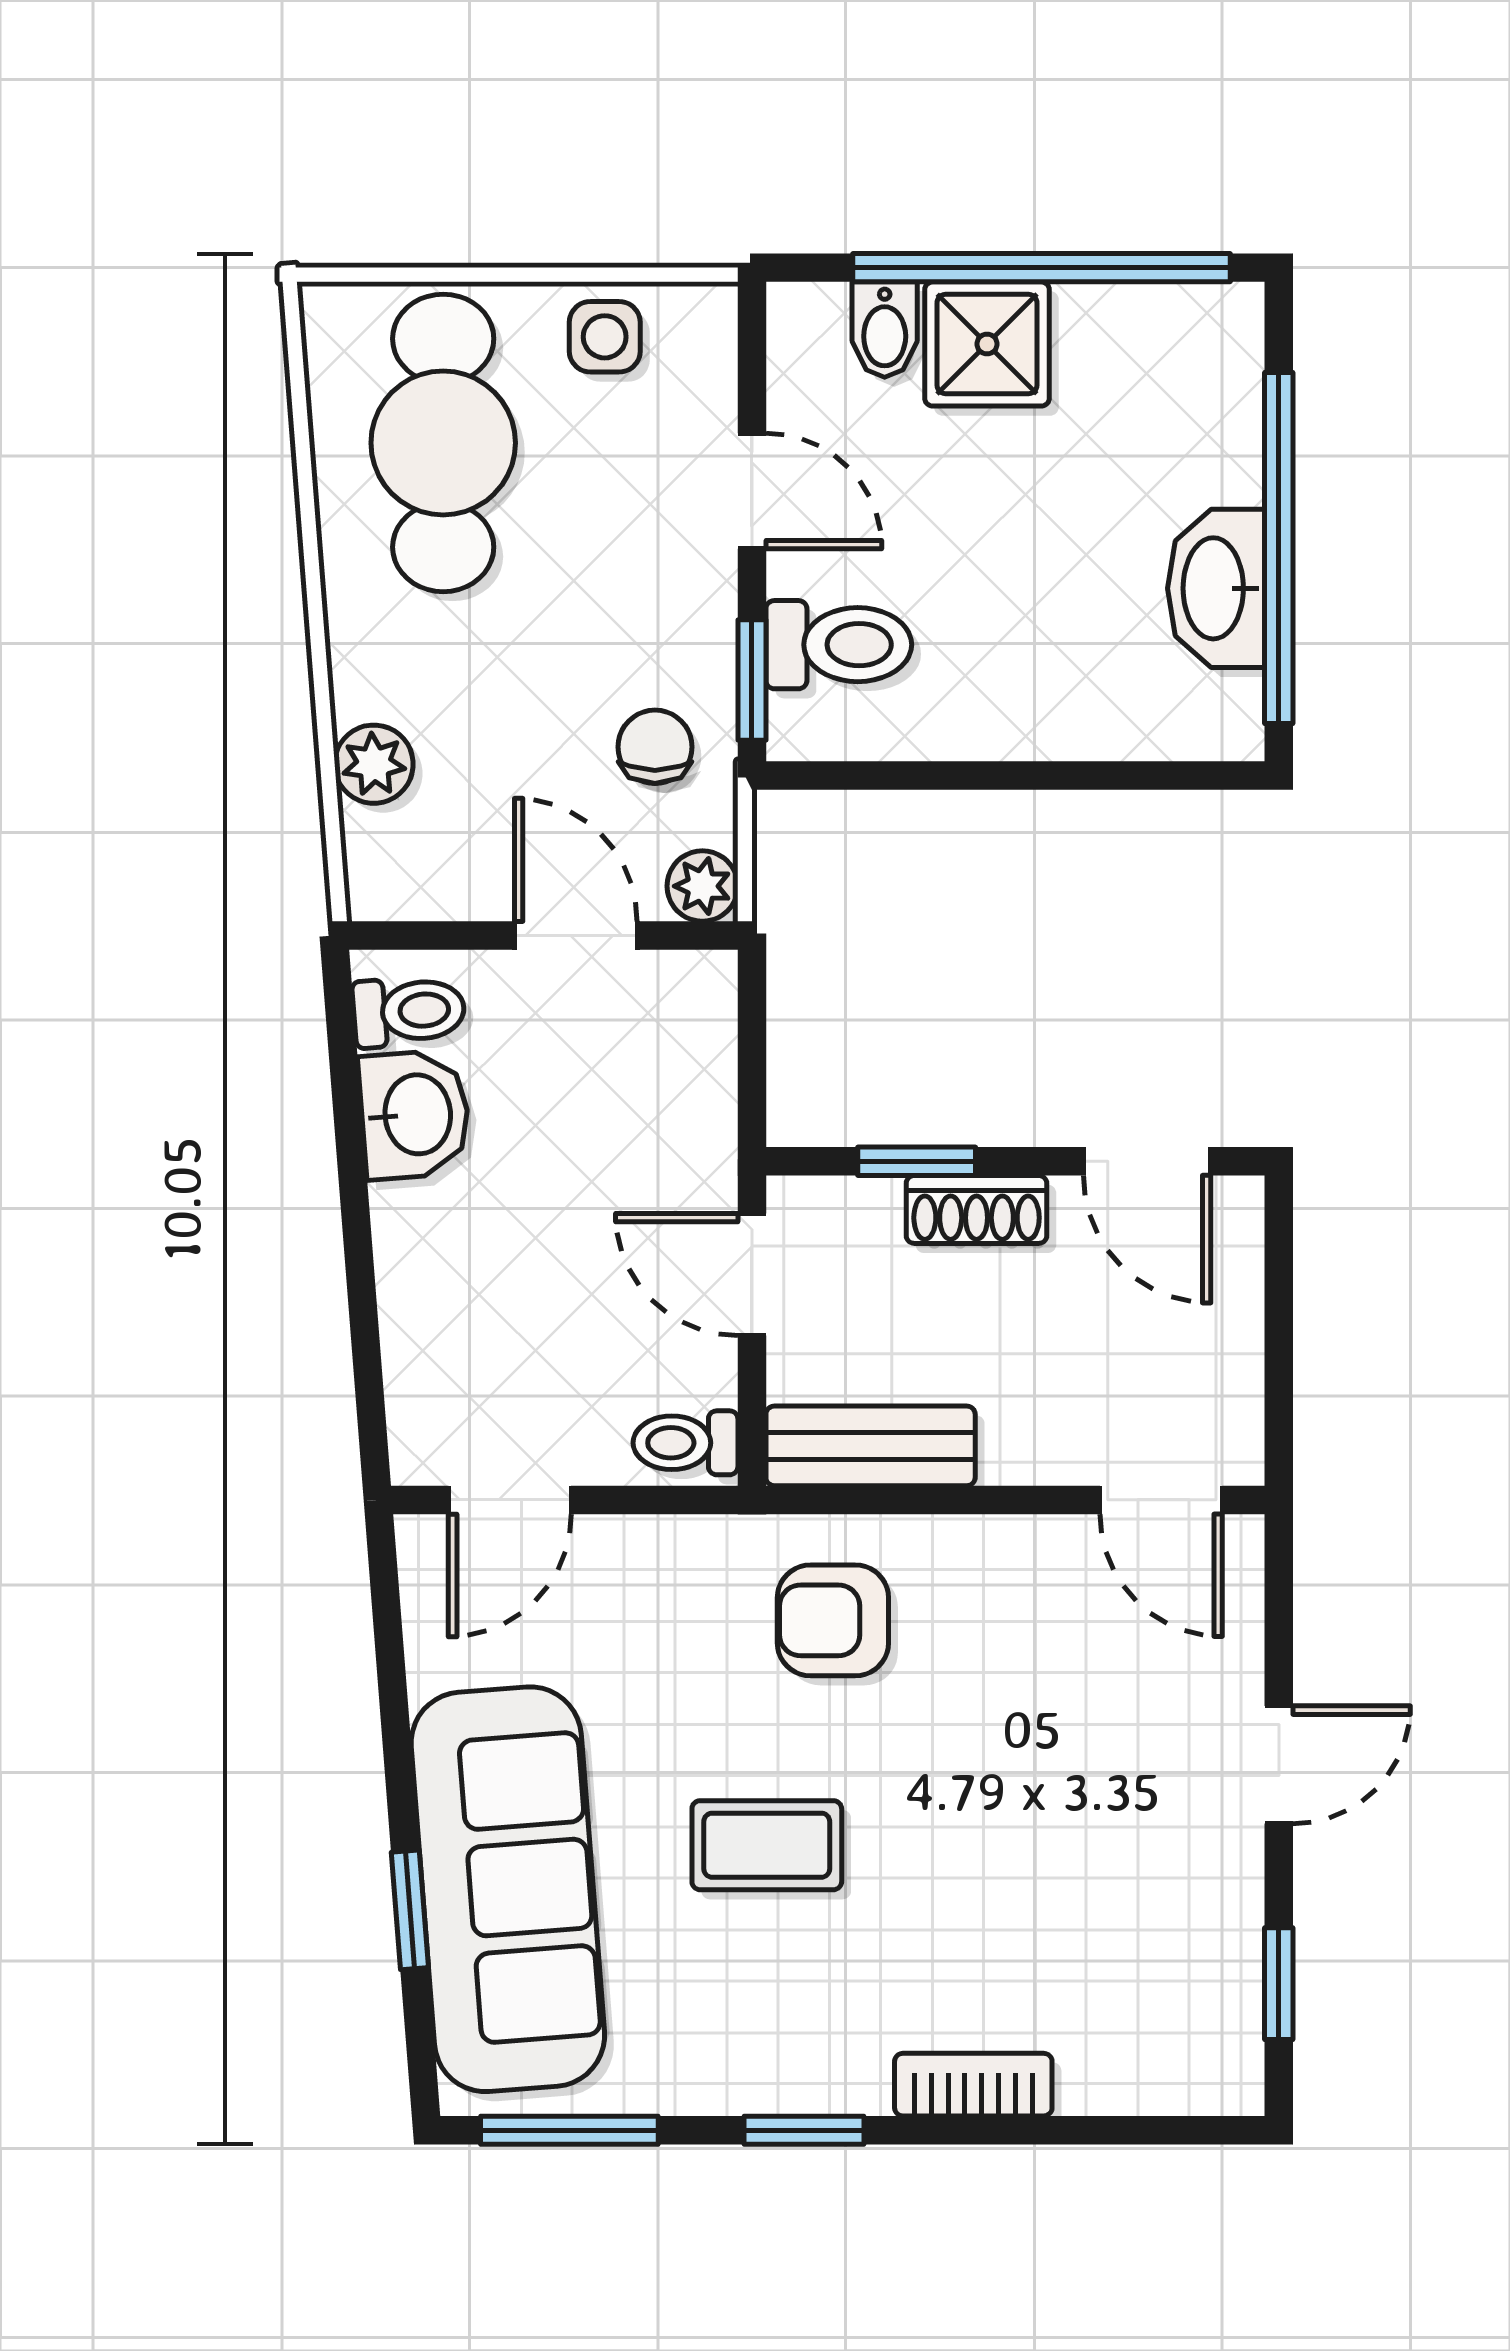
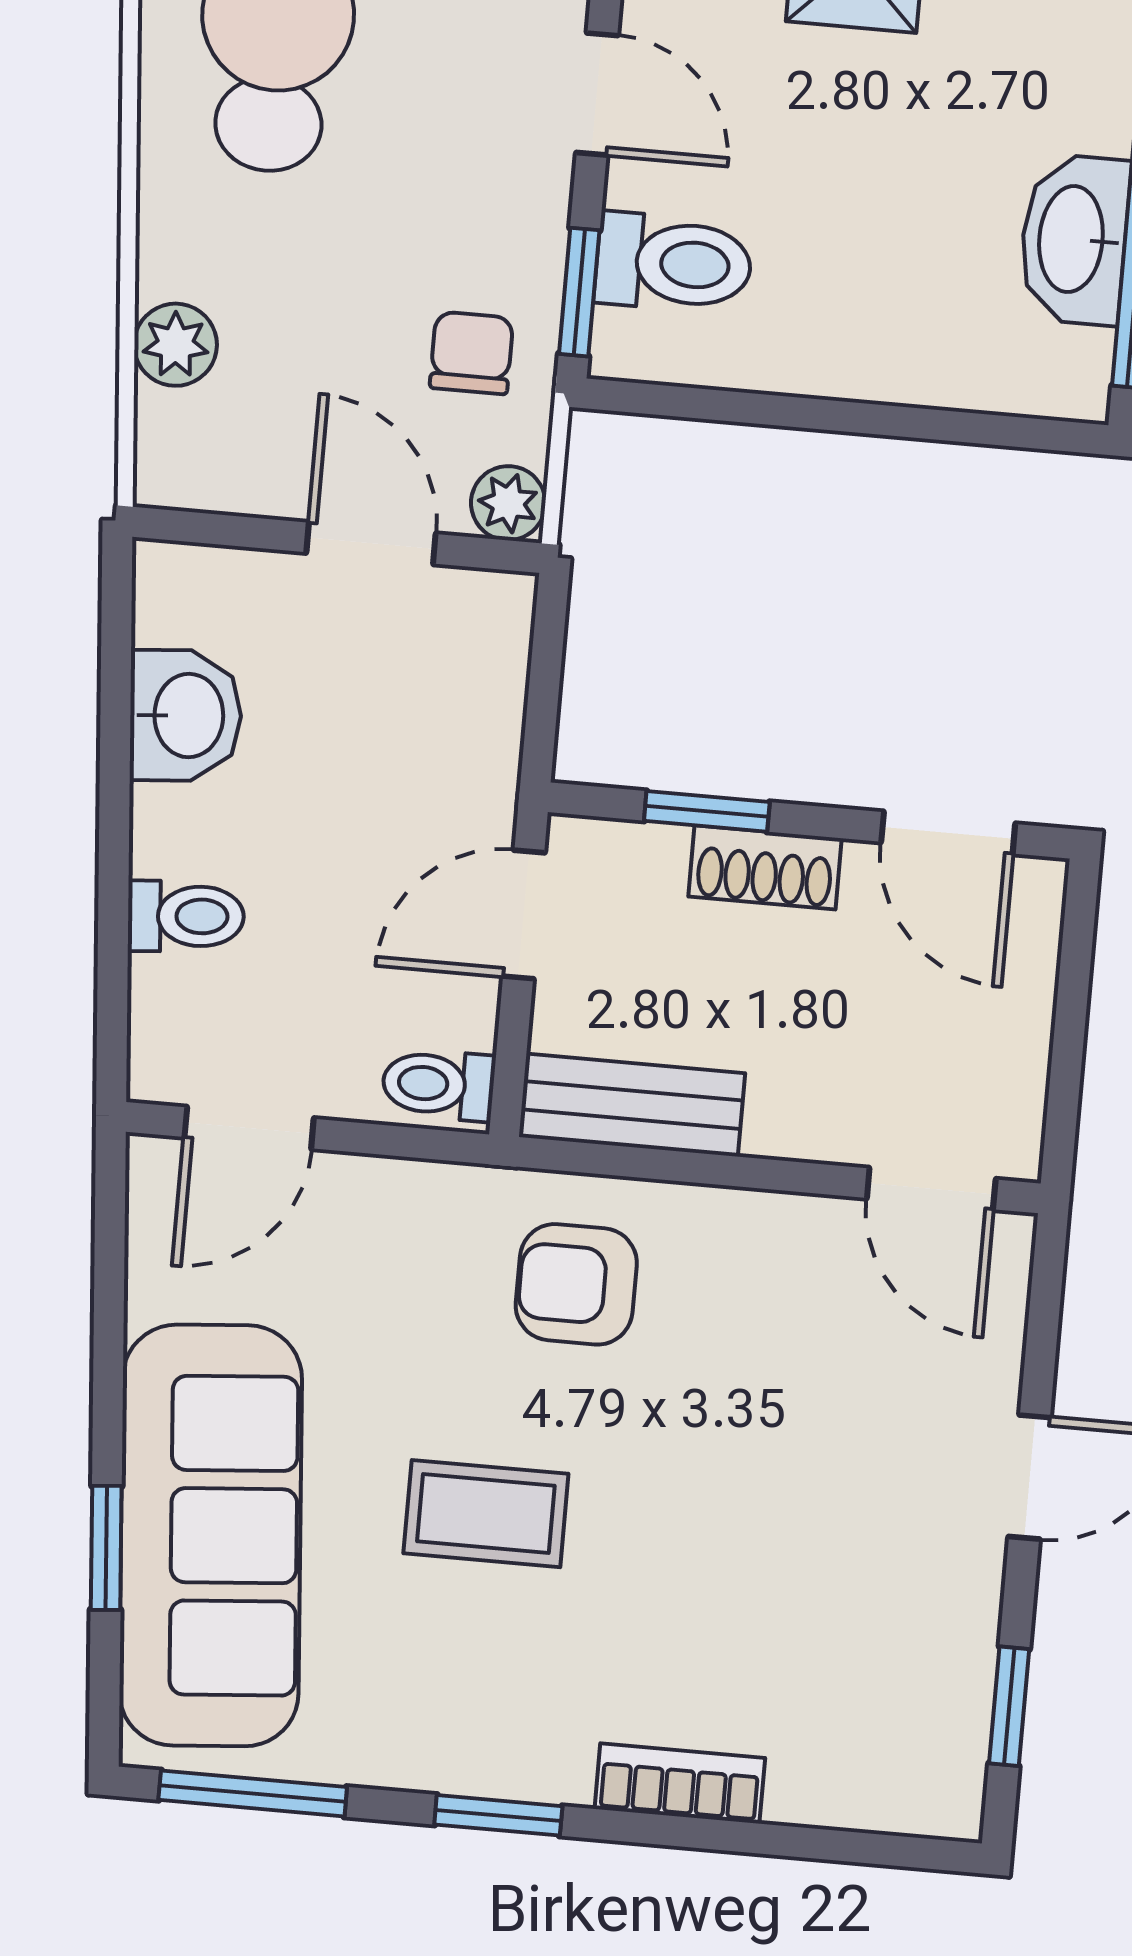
toilet: (409, 1011) -> (186, 916), moved
door: (752, 1275) -> (524, 914), hinge flipped

